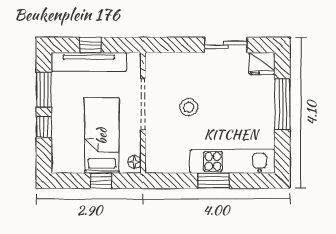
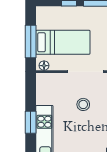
window: (101, 181) -> (31, 41), width x2.17

